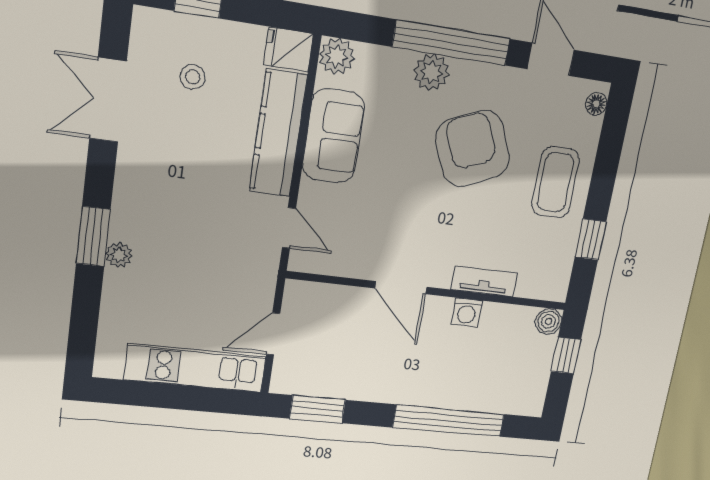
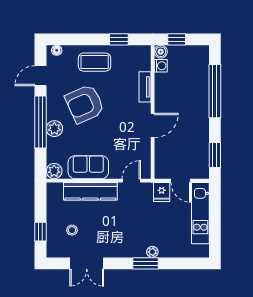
fridge: (288, 49) -> (162, 192), moved
washing machine: (467, 312) -> (161, 66), moved

